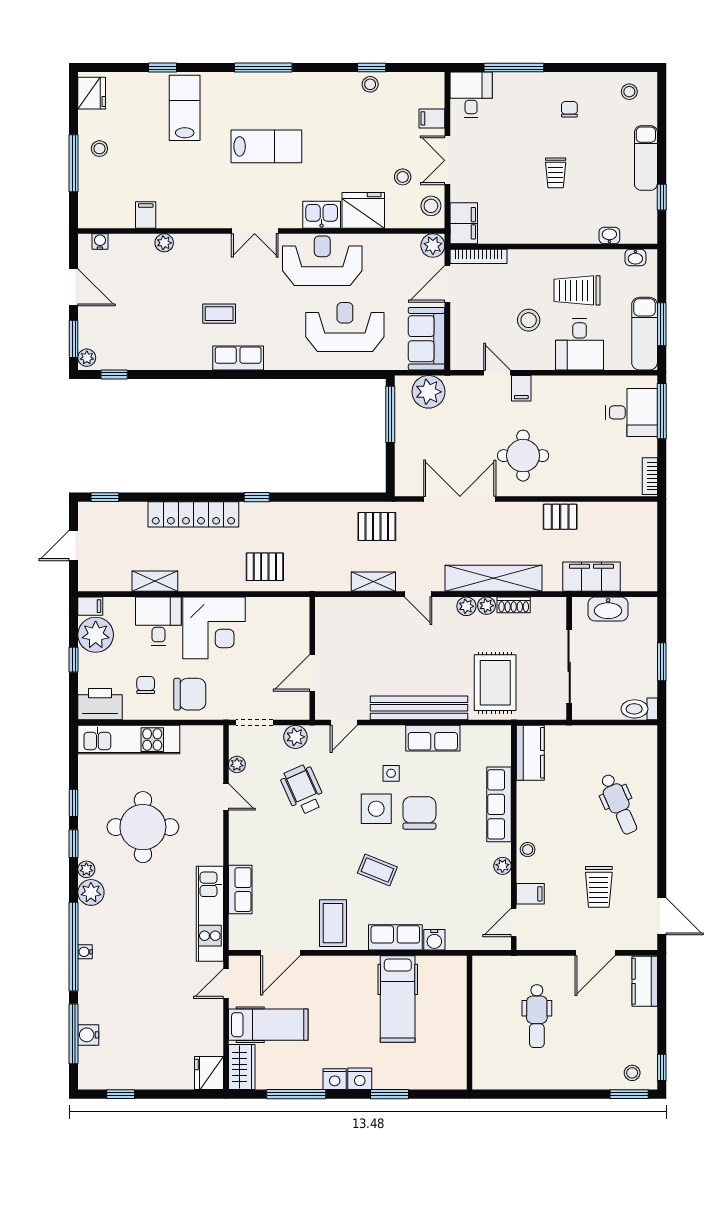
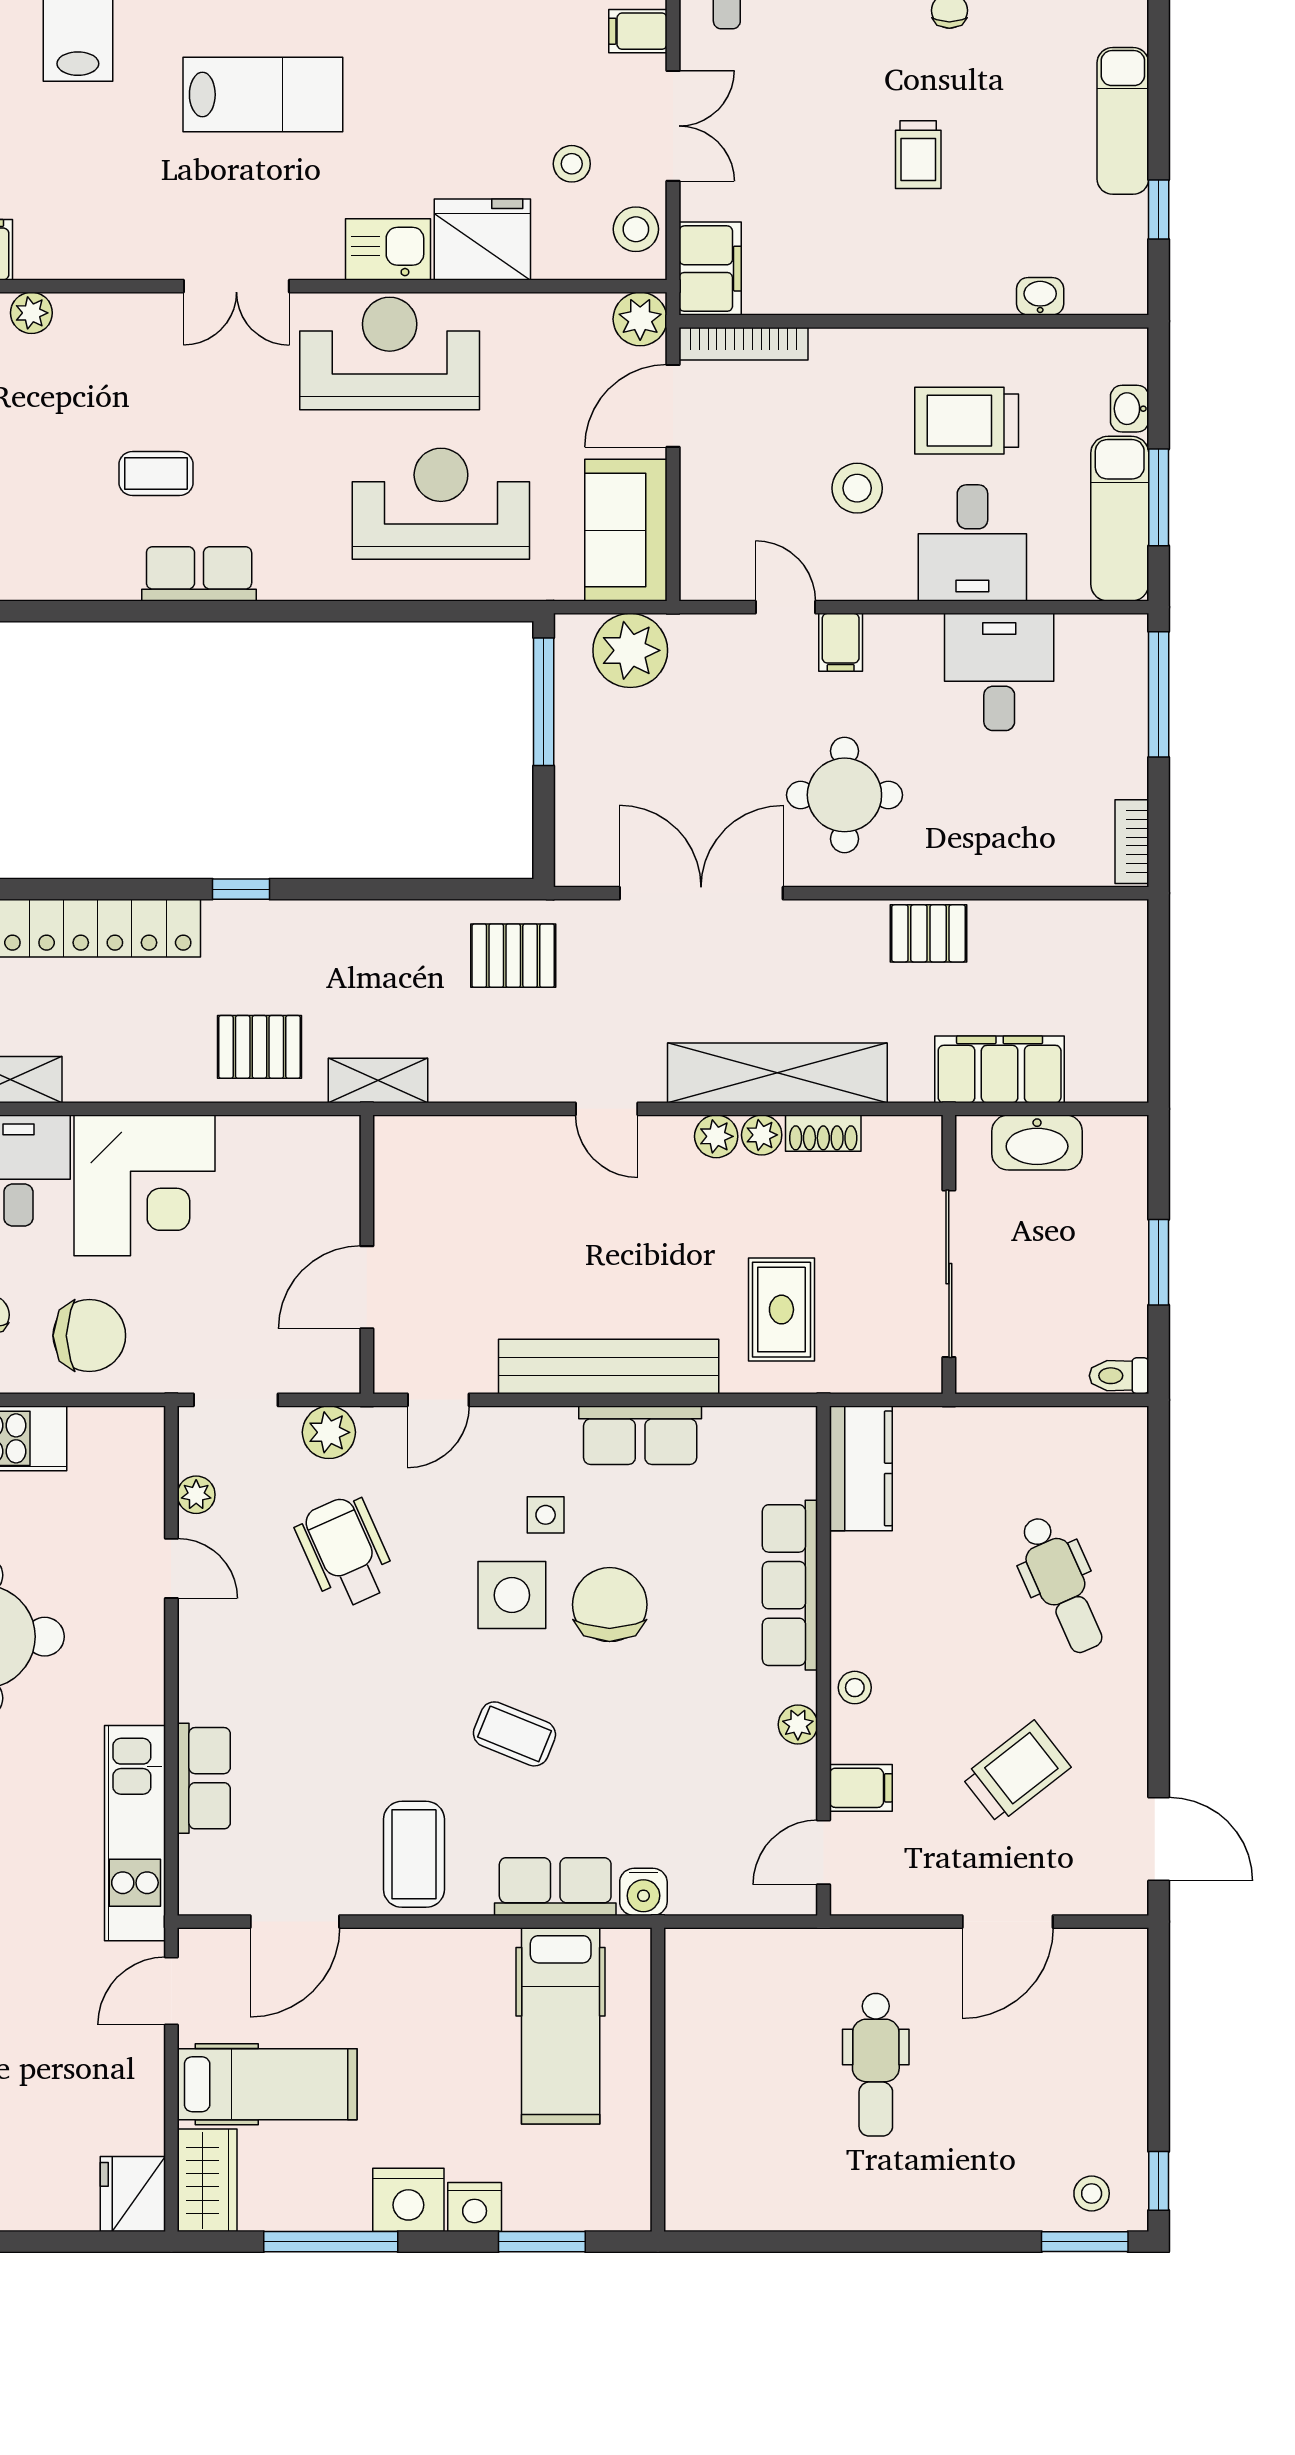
double door: (447, 160) -> (673, 126), swing flipped
washbasin: (635, 258) -> (1130, 409), moved, turned 90
desk: (631, 412) -> (999, 672), moved, turned -90
shelving: (373, 582) -> (378, 1081), moved
rug: (495, 683) -> (781, 1310), width x0.73, depth x0.70
toilet: (639, 709) -> (1119, 1376), width x0.73, depth x0.72
trolley: (599, 887) -> (1016, 1772), turned -128
kitchen counter: (645, 981) -> (1120, 1986), removed
wall: (470, 1023) -> (658, 2080), moved
nightstand: (335, 1079) -> (408, 2200), width x1.36, depth x1.33

